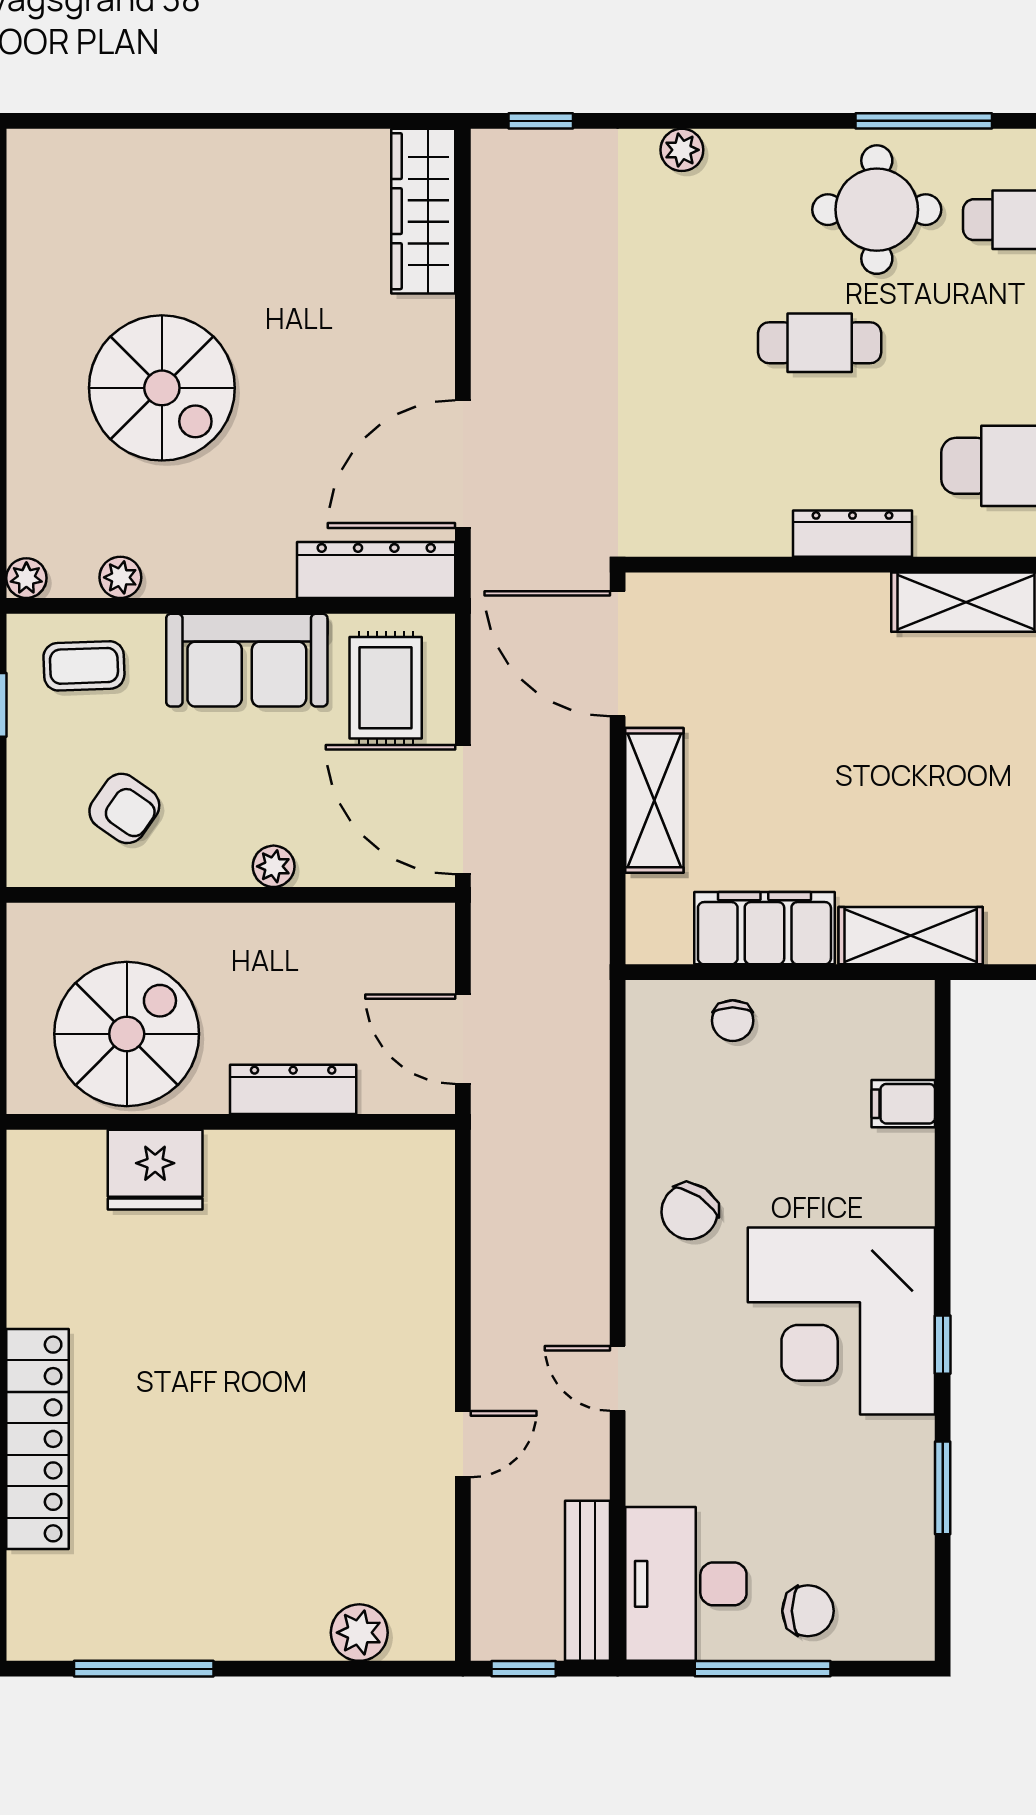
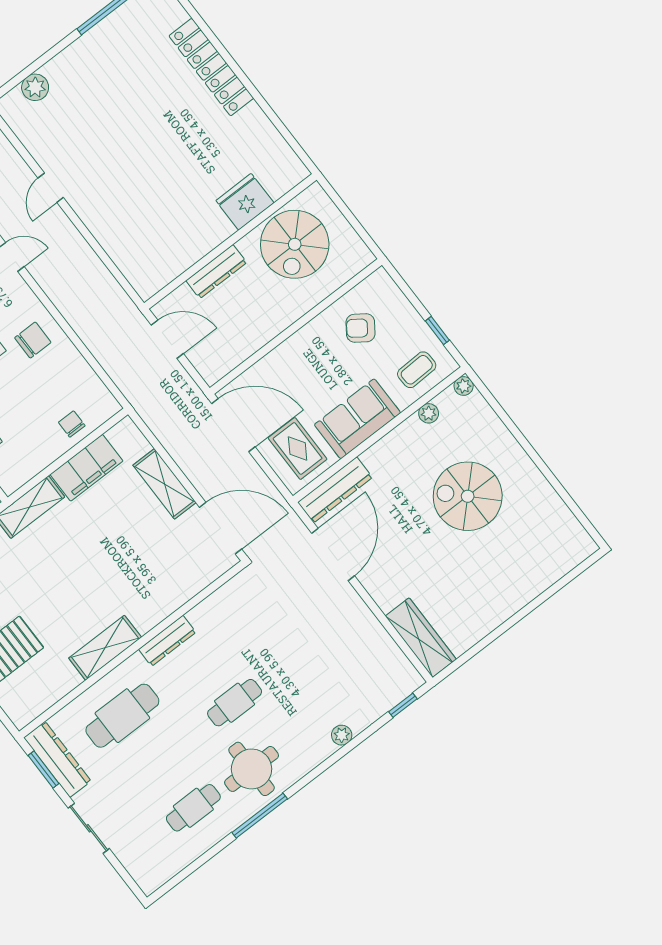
plant: (274, 866) -> (288, 349), removed
chair: (690, 1212) -> (33, 340), turned 56

